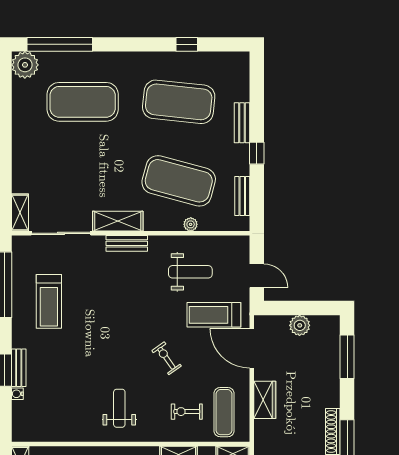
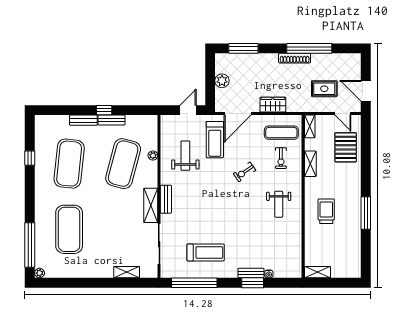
plant: (25, 65) -> (39, 273), width x0.53, depth x0.53
bench: (242, 196) -> (111, 120), moved
shelving: (20, 213) -> (127, 272), moved
weight bench: (119, 408) -> (279, 204), turned -90

